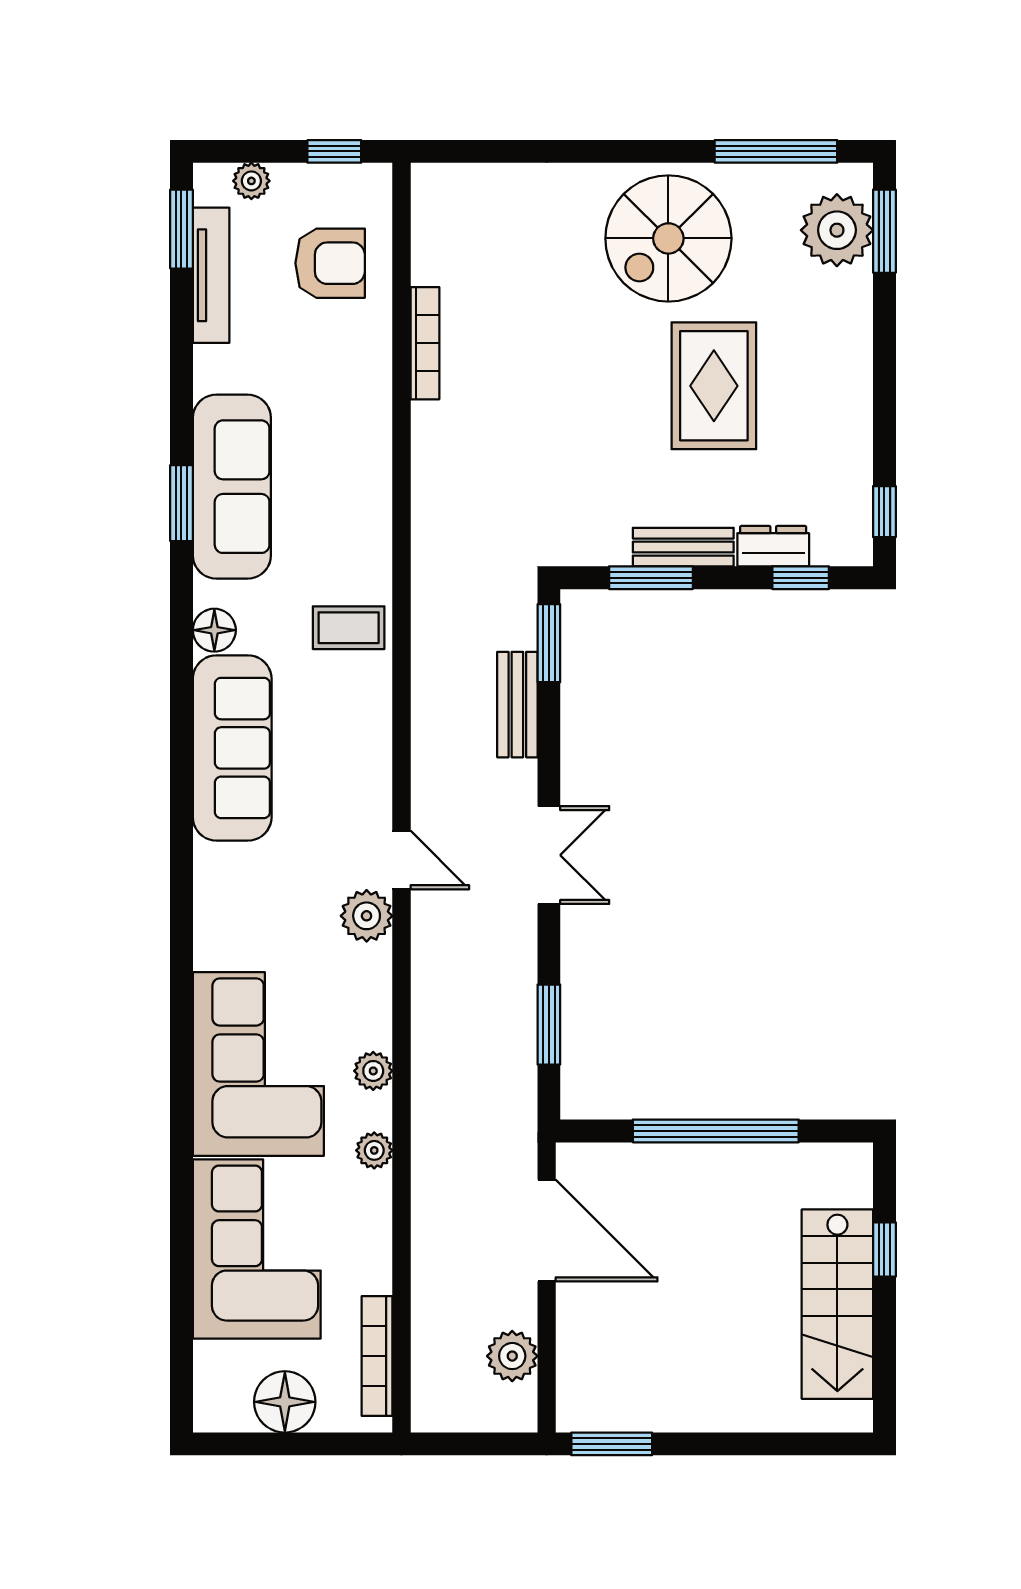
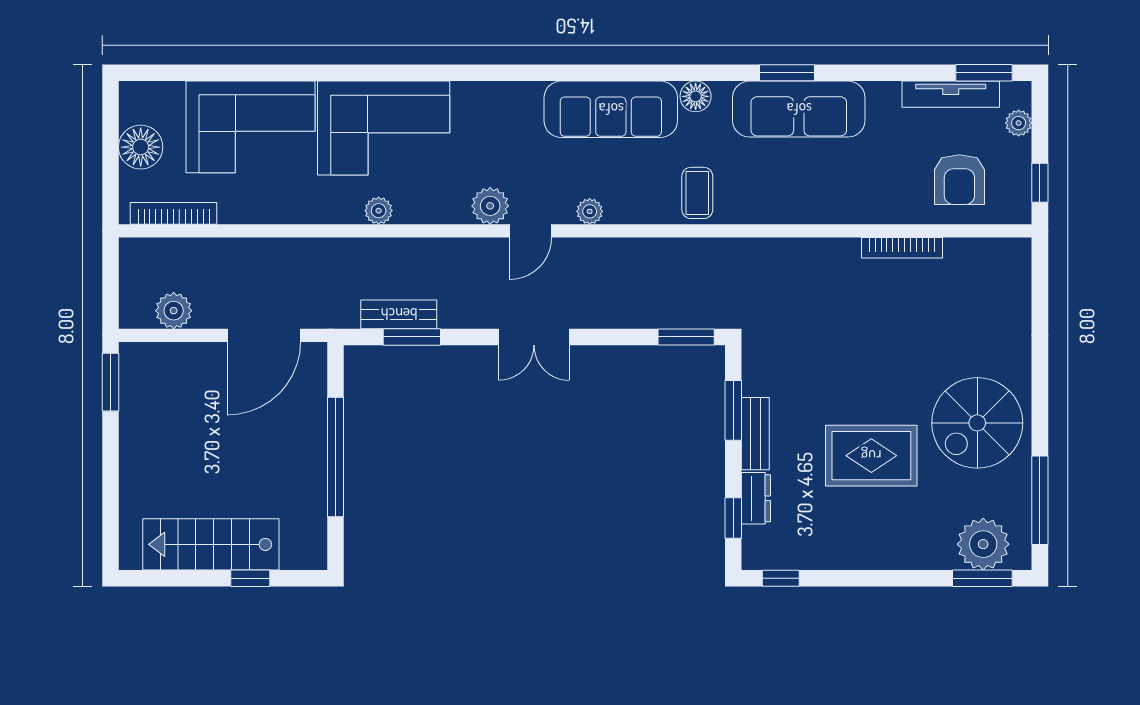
spiral stairs: (668, 238) -> (977, 423), turned -90
bench: (517, 705) -> (399, 314), moved
plant: (374, 1150) -> (590, 211), moved

